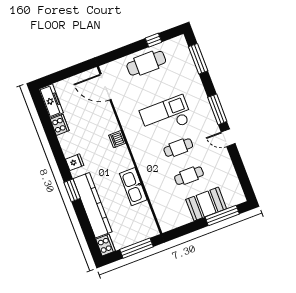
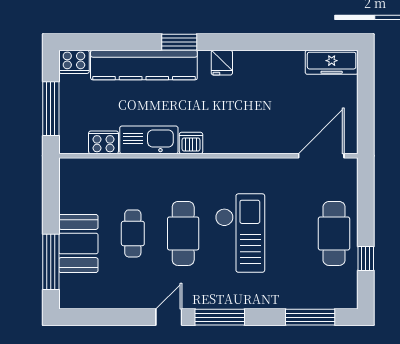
cooker: (60, 125) -> (103, 142), moved, turned 180
dishwasher: (117, 139) -> (191, 143), moved
cafe table: (178, 148) -> (183, 233), width x1.37, depth x1.35

